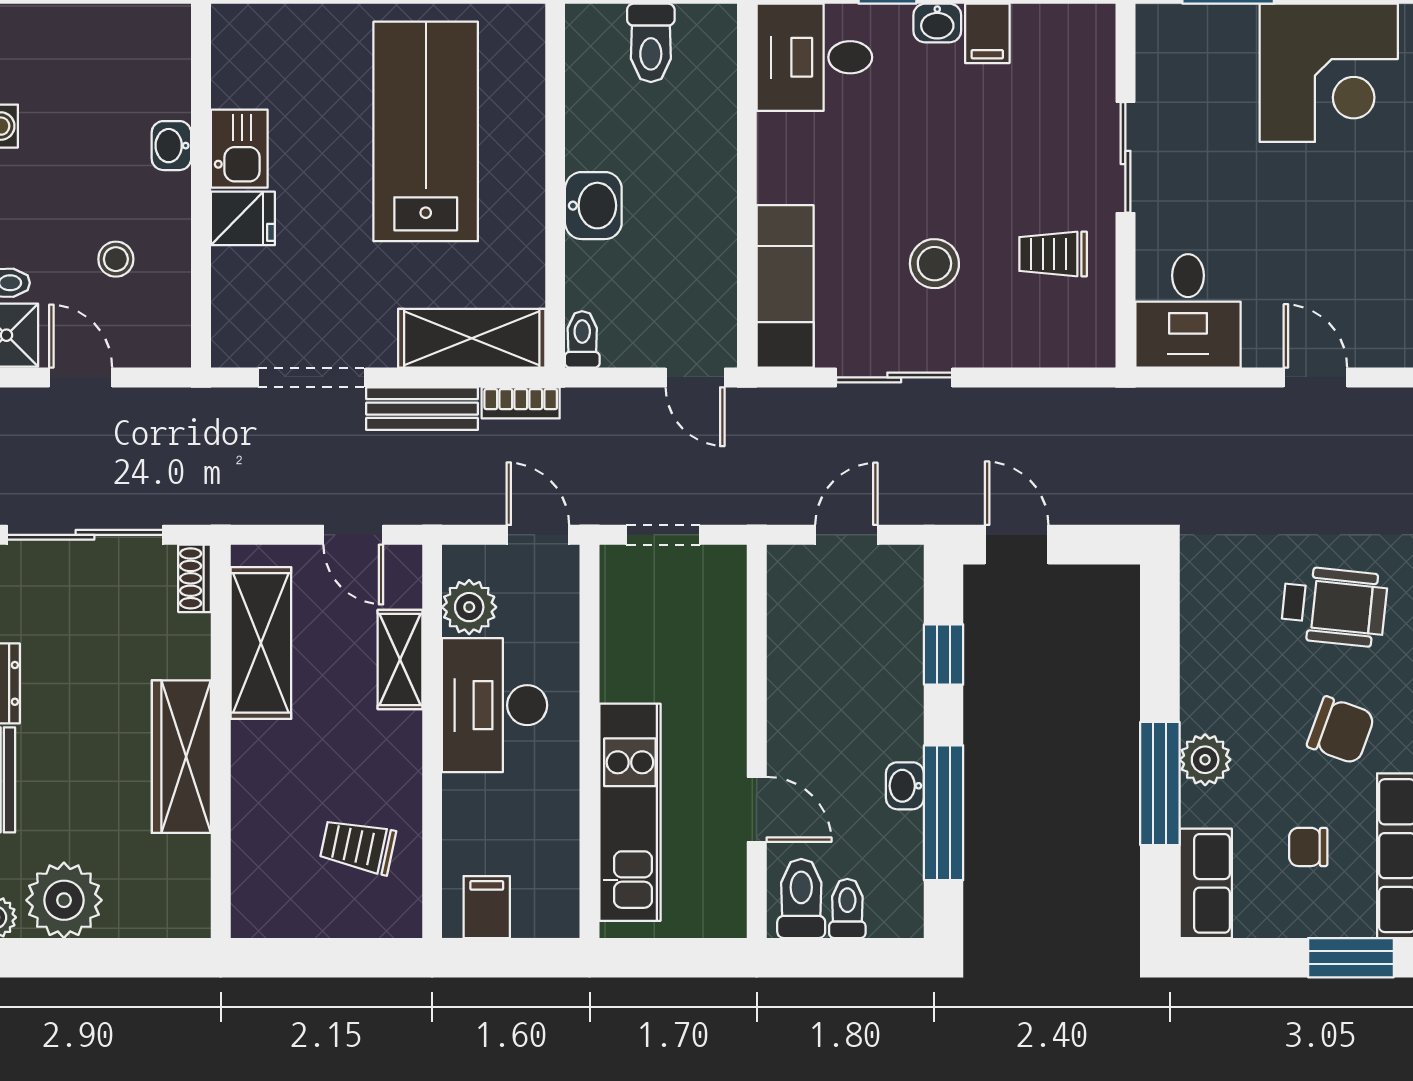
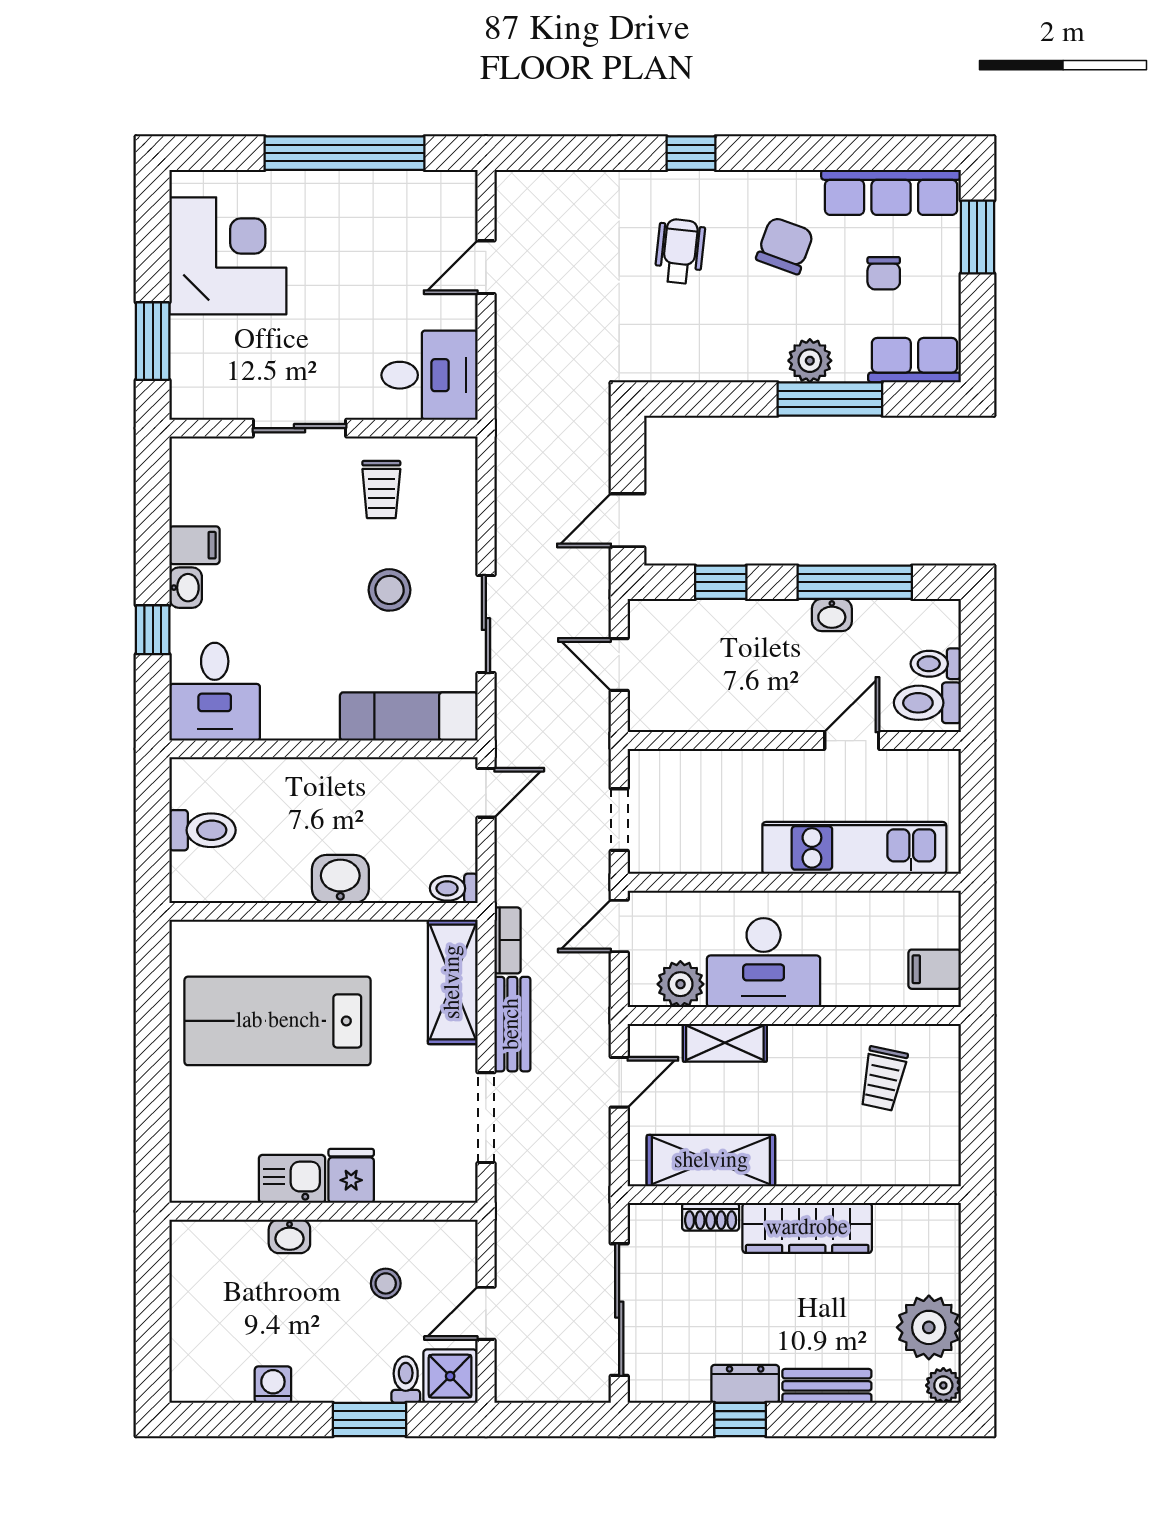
shoe rack: (195, 578) -> (711, 1217), moved
wheelchair: (1334, 606) -> (680, 251), width x0.73, depth x0.73

